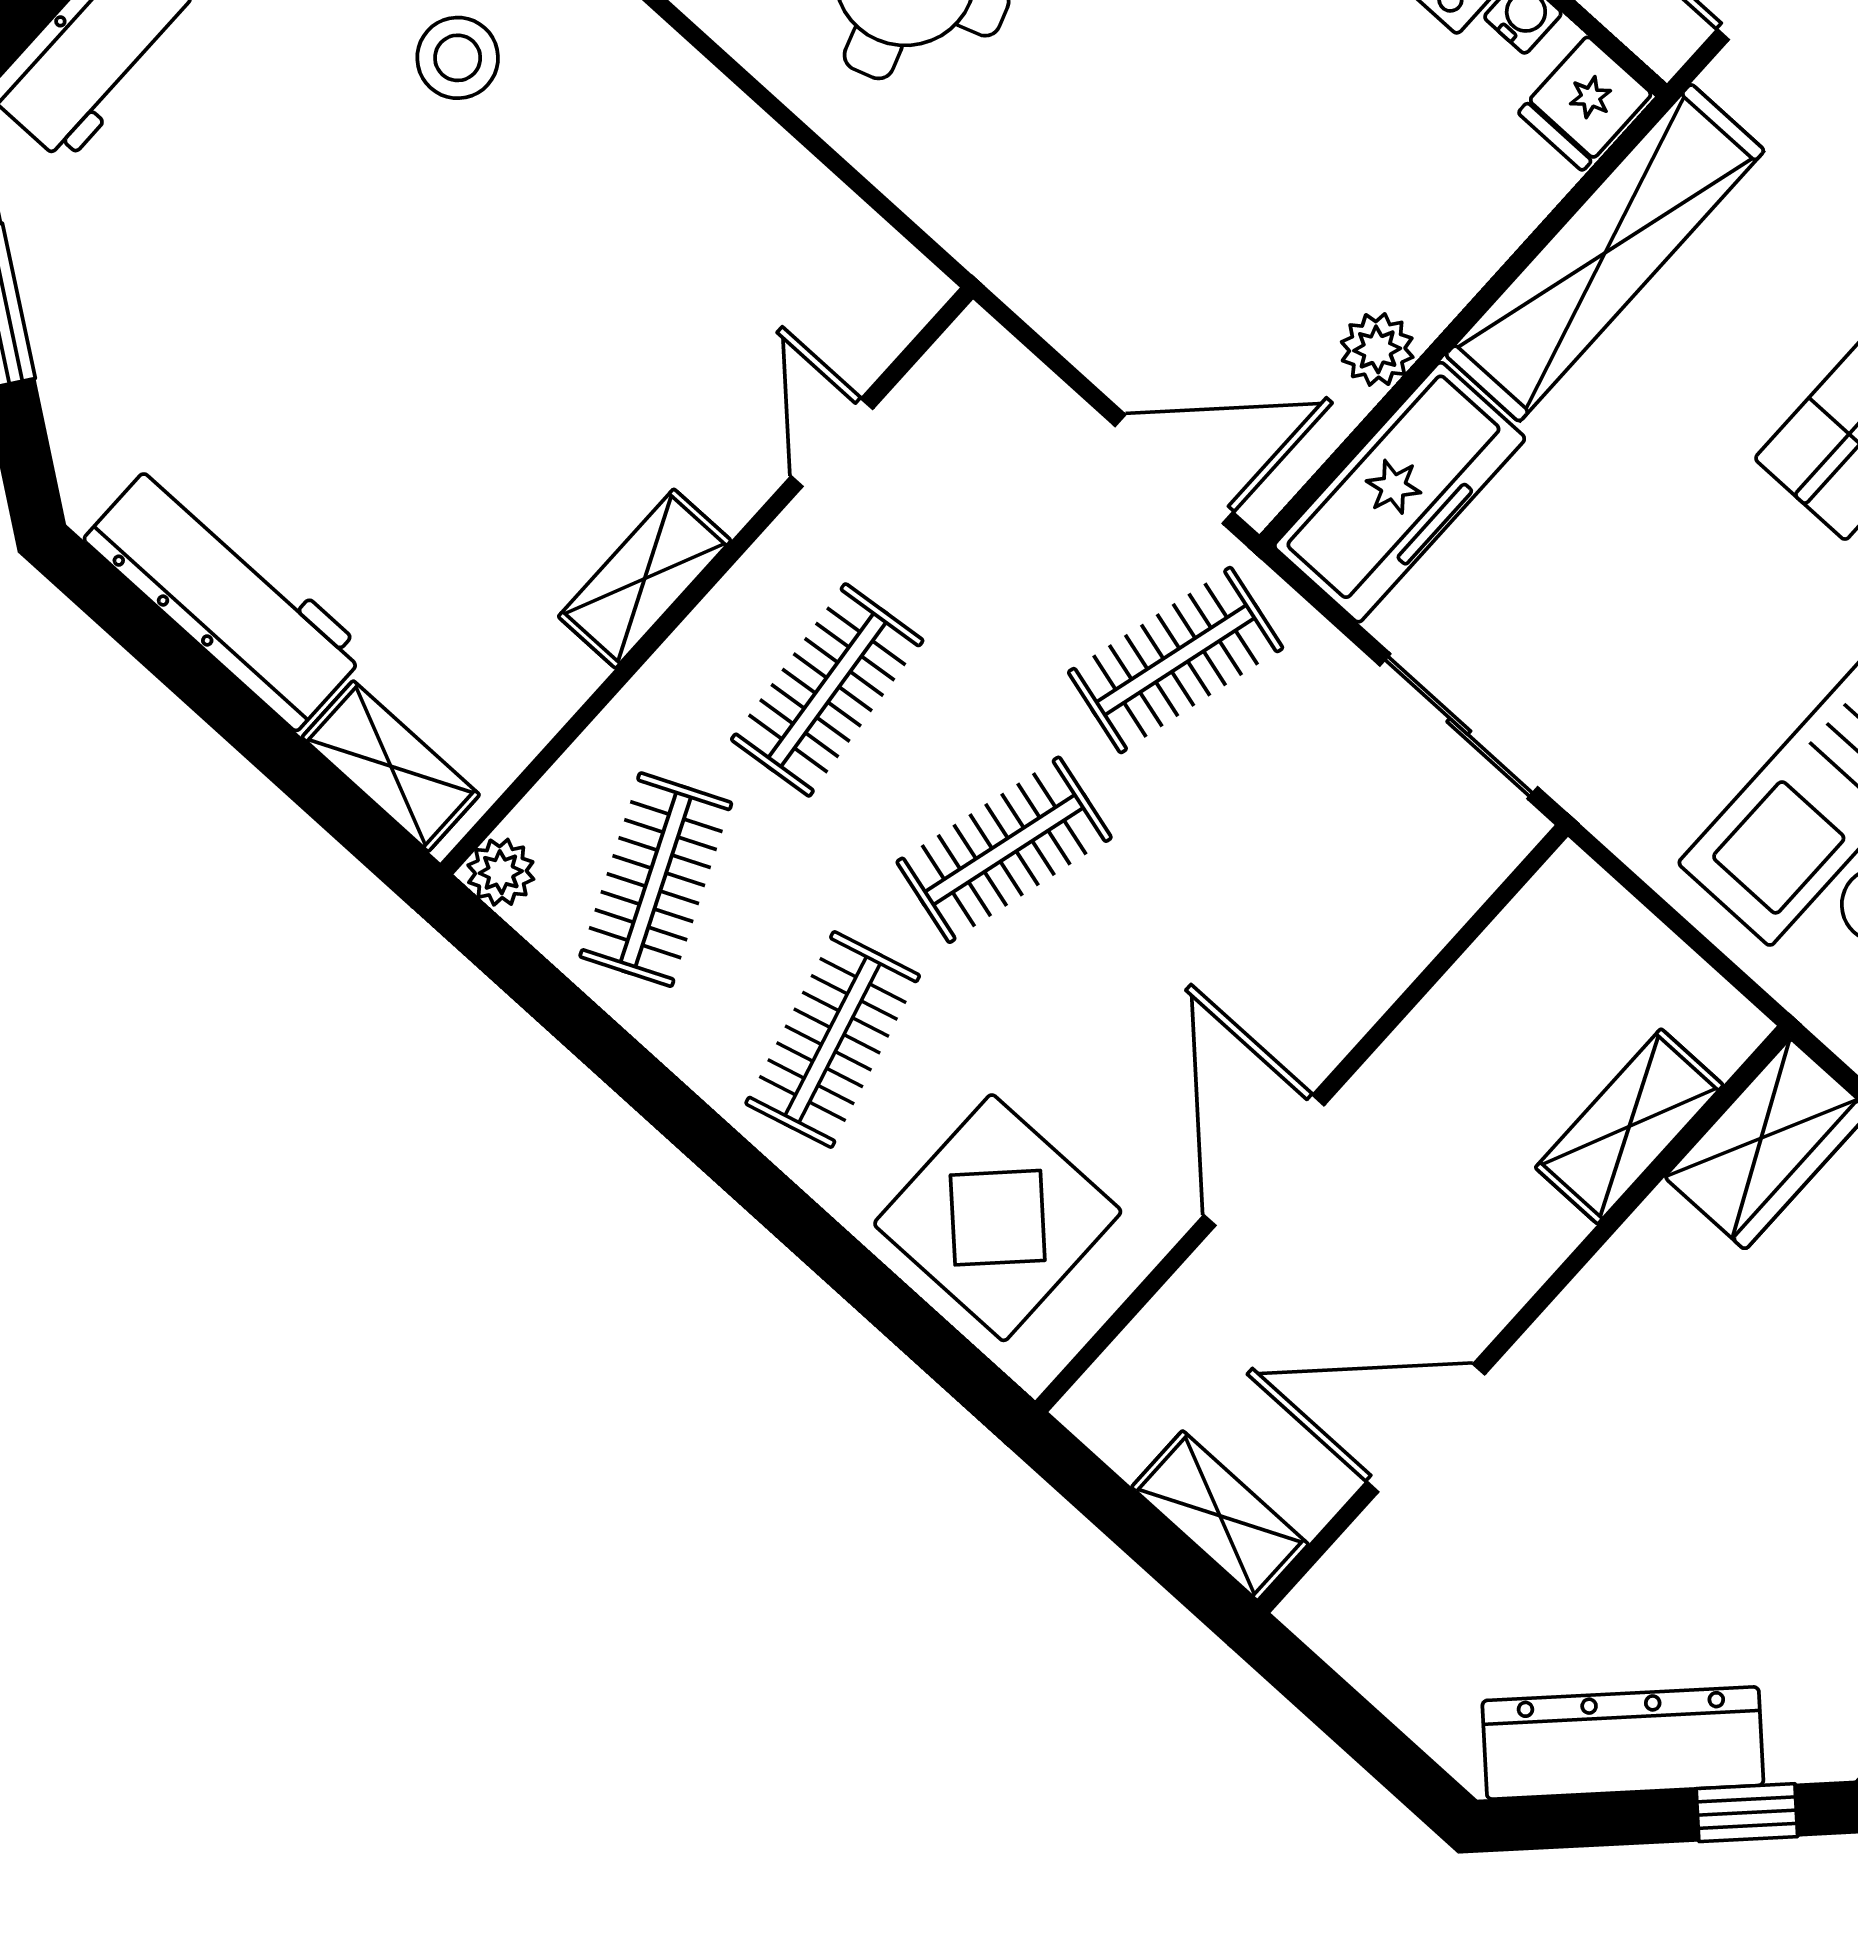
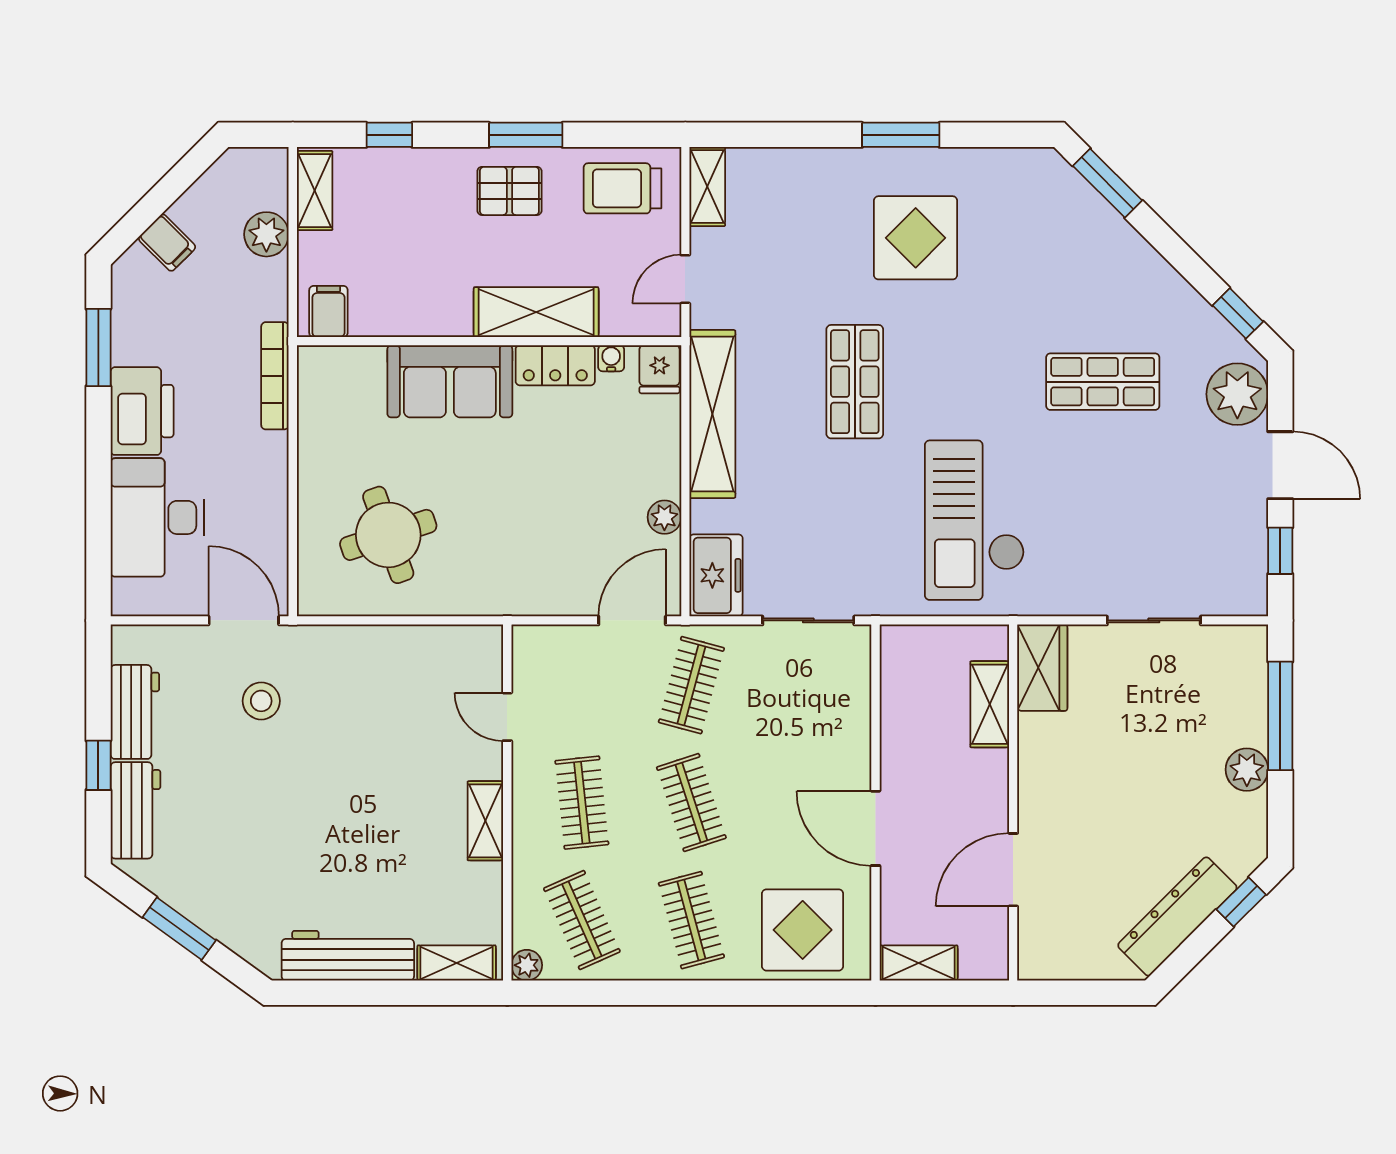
freezer: (1400, 492) -> (716, 575), width x0.71
clothes rail: (1004, 850) -> (691, 803), turned -33
shelving: (1220, 1516) -> (919, 963), moved

